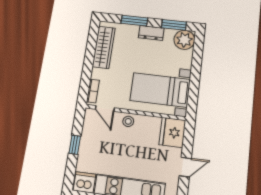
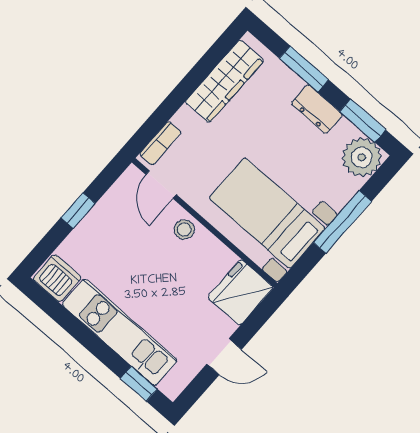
window: (196, 72) -> (342, 222), added

